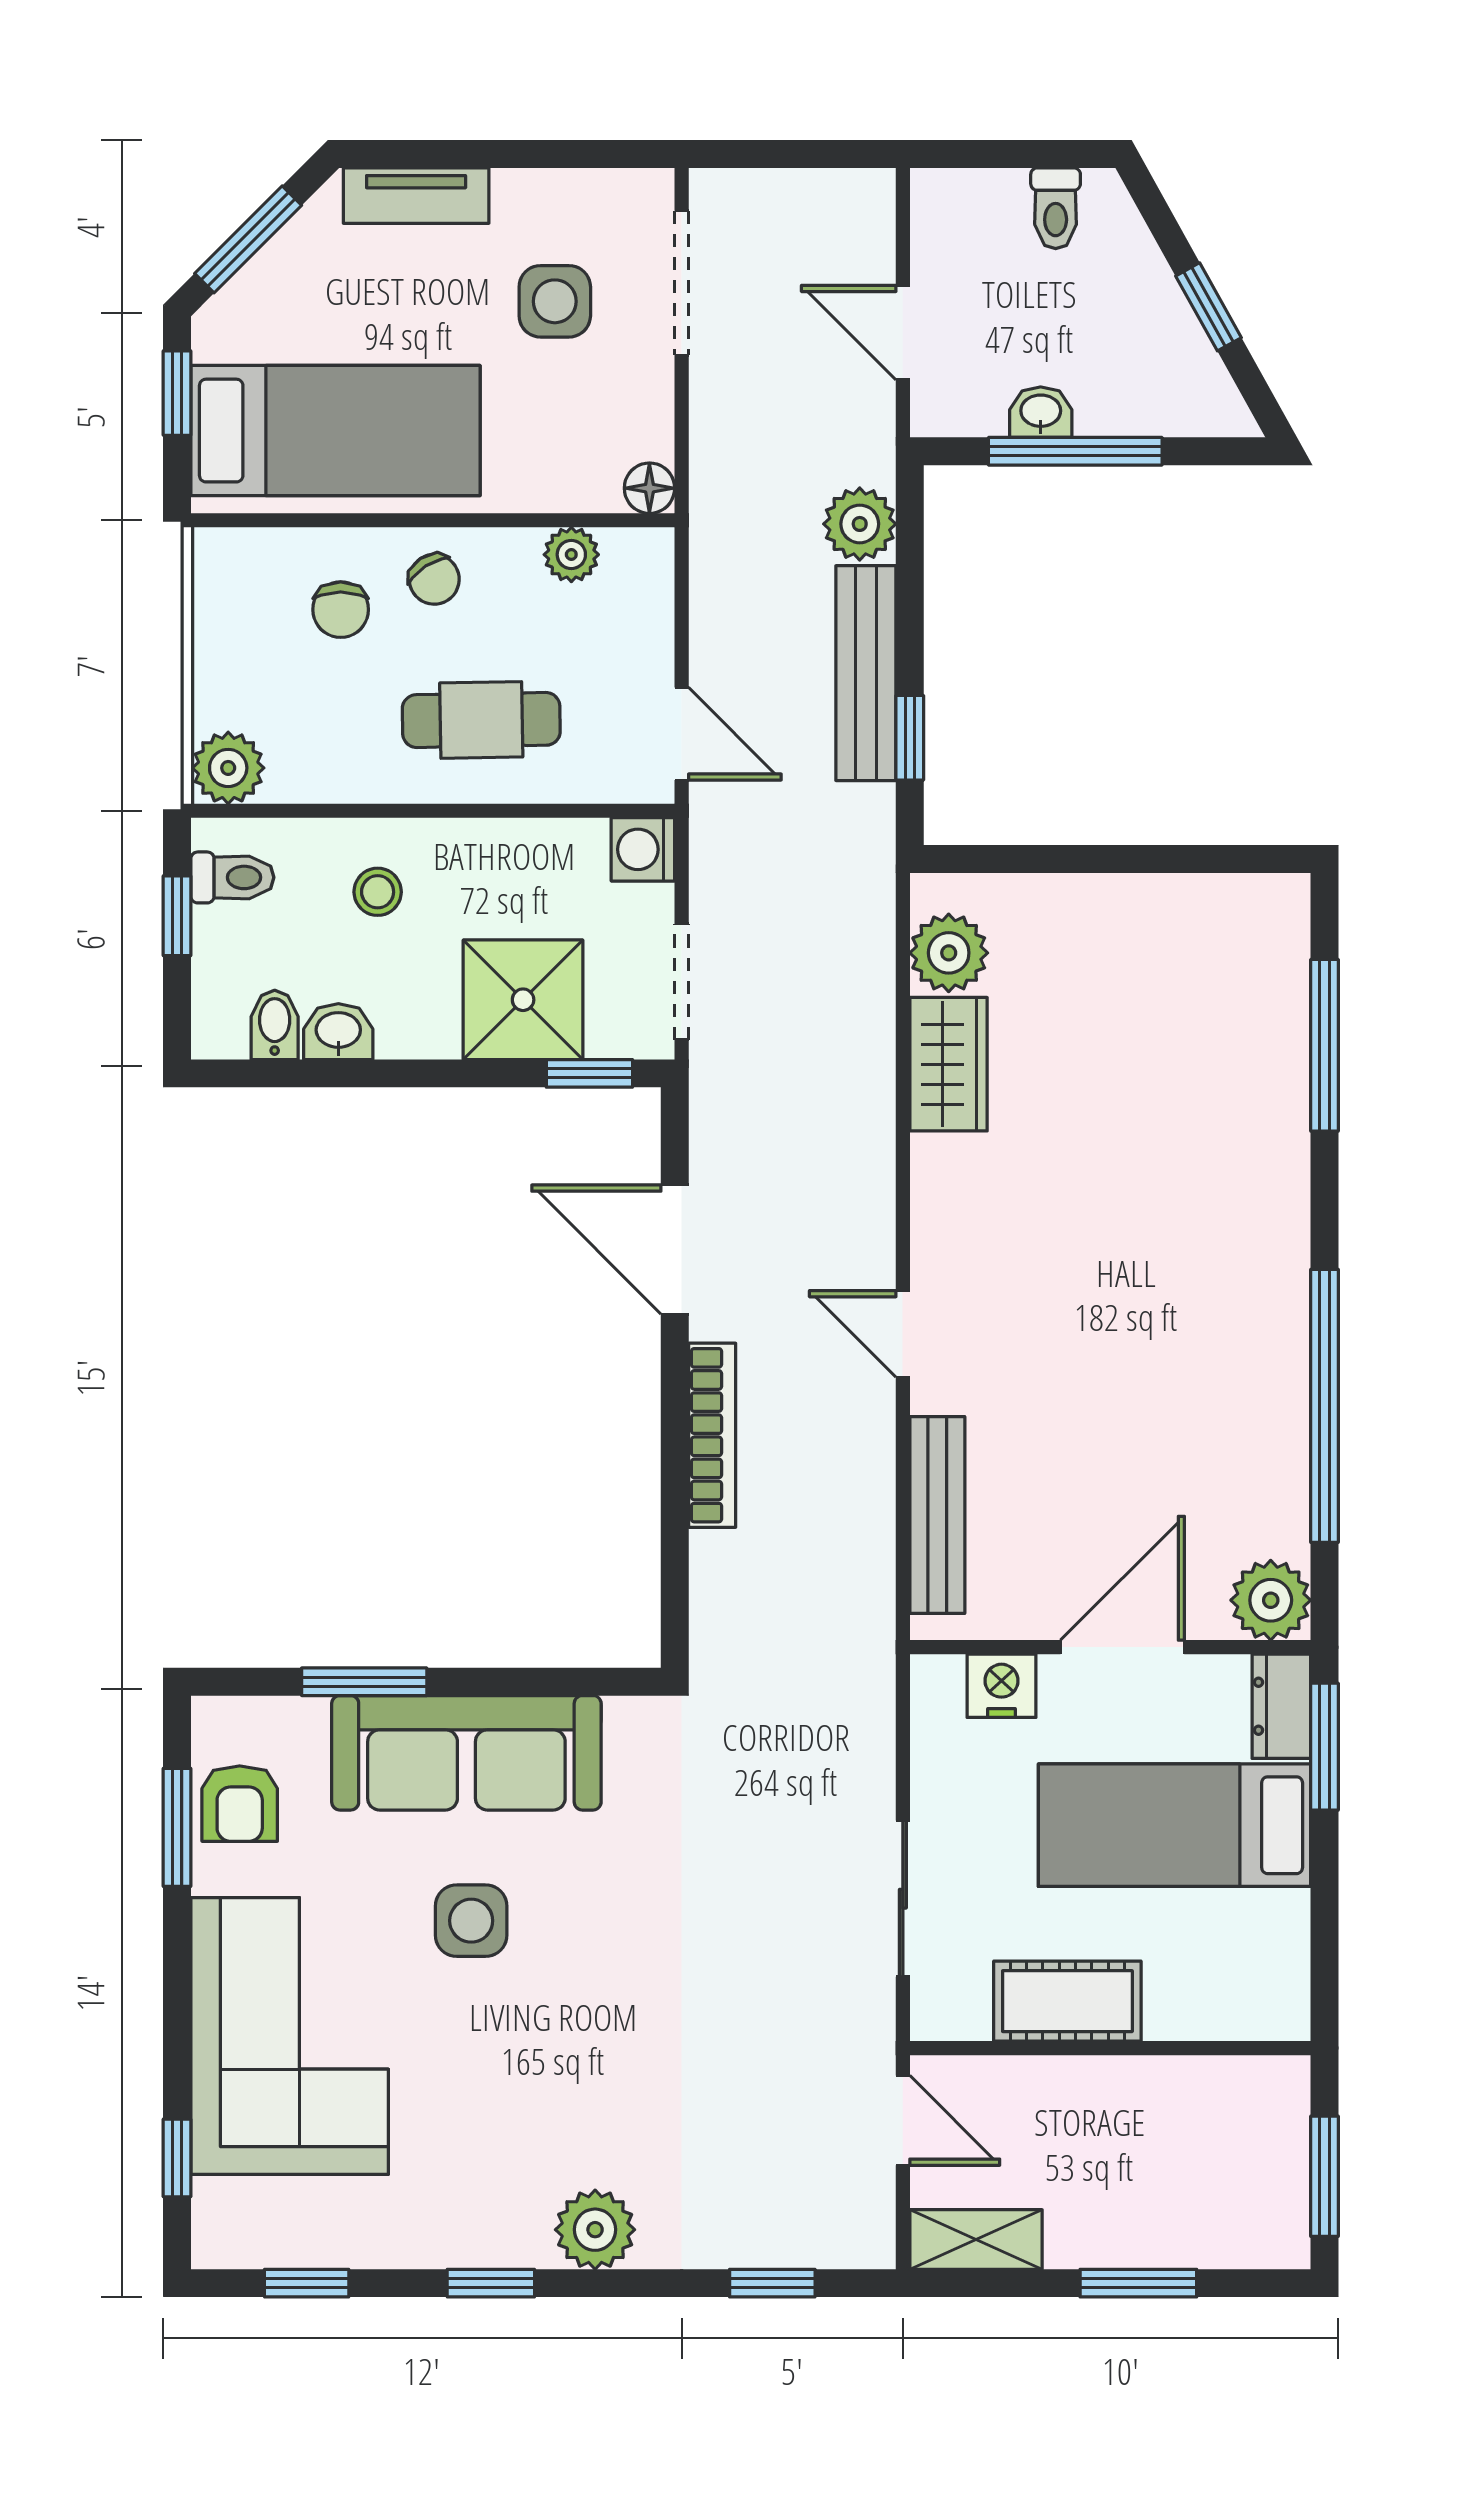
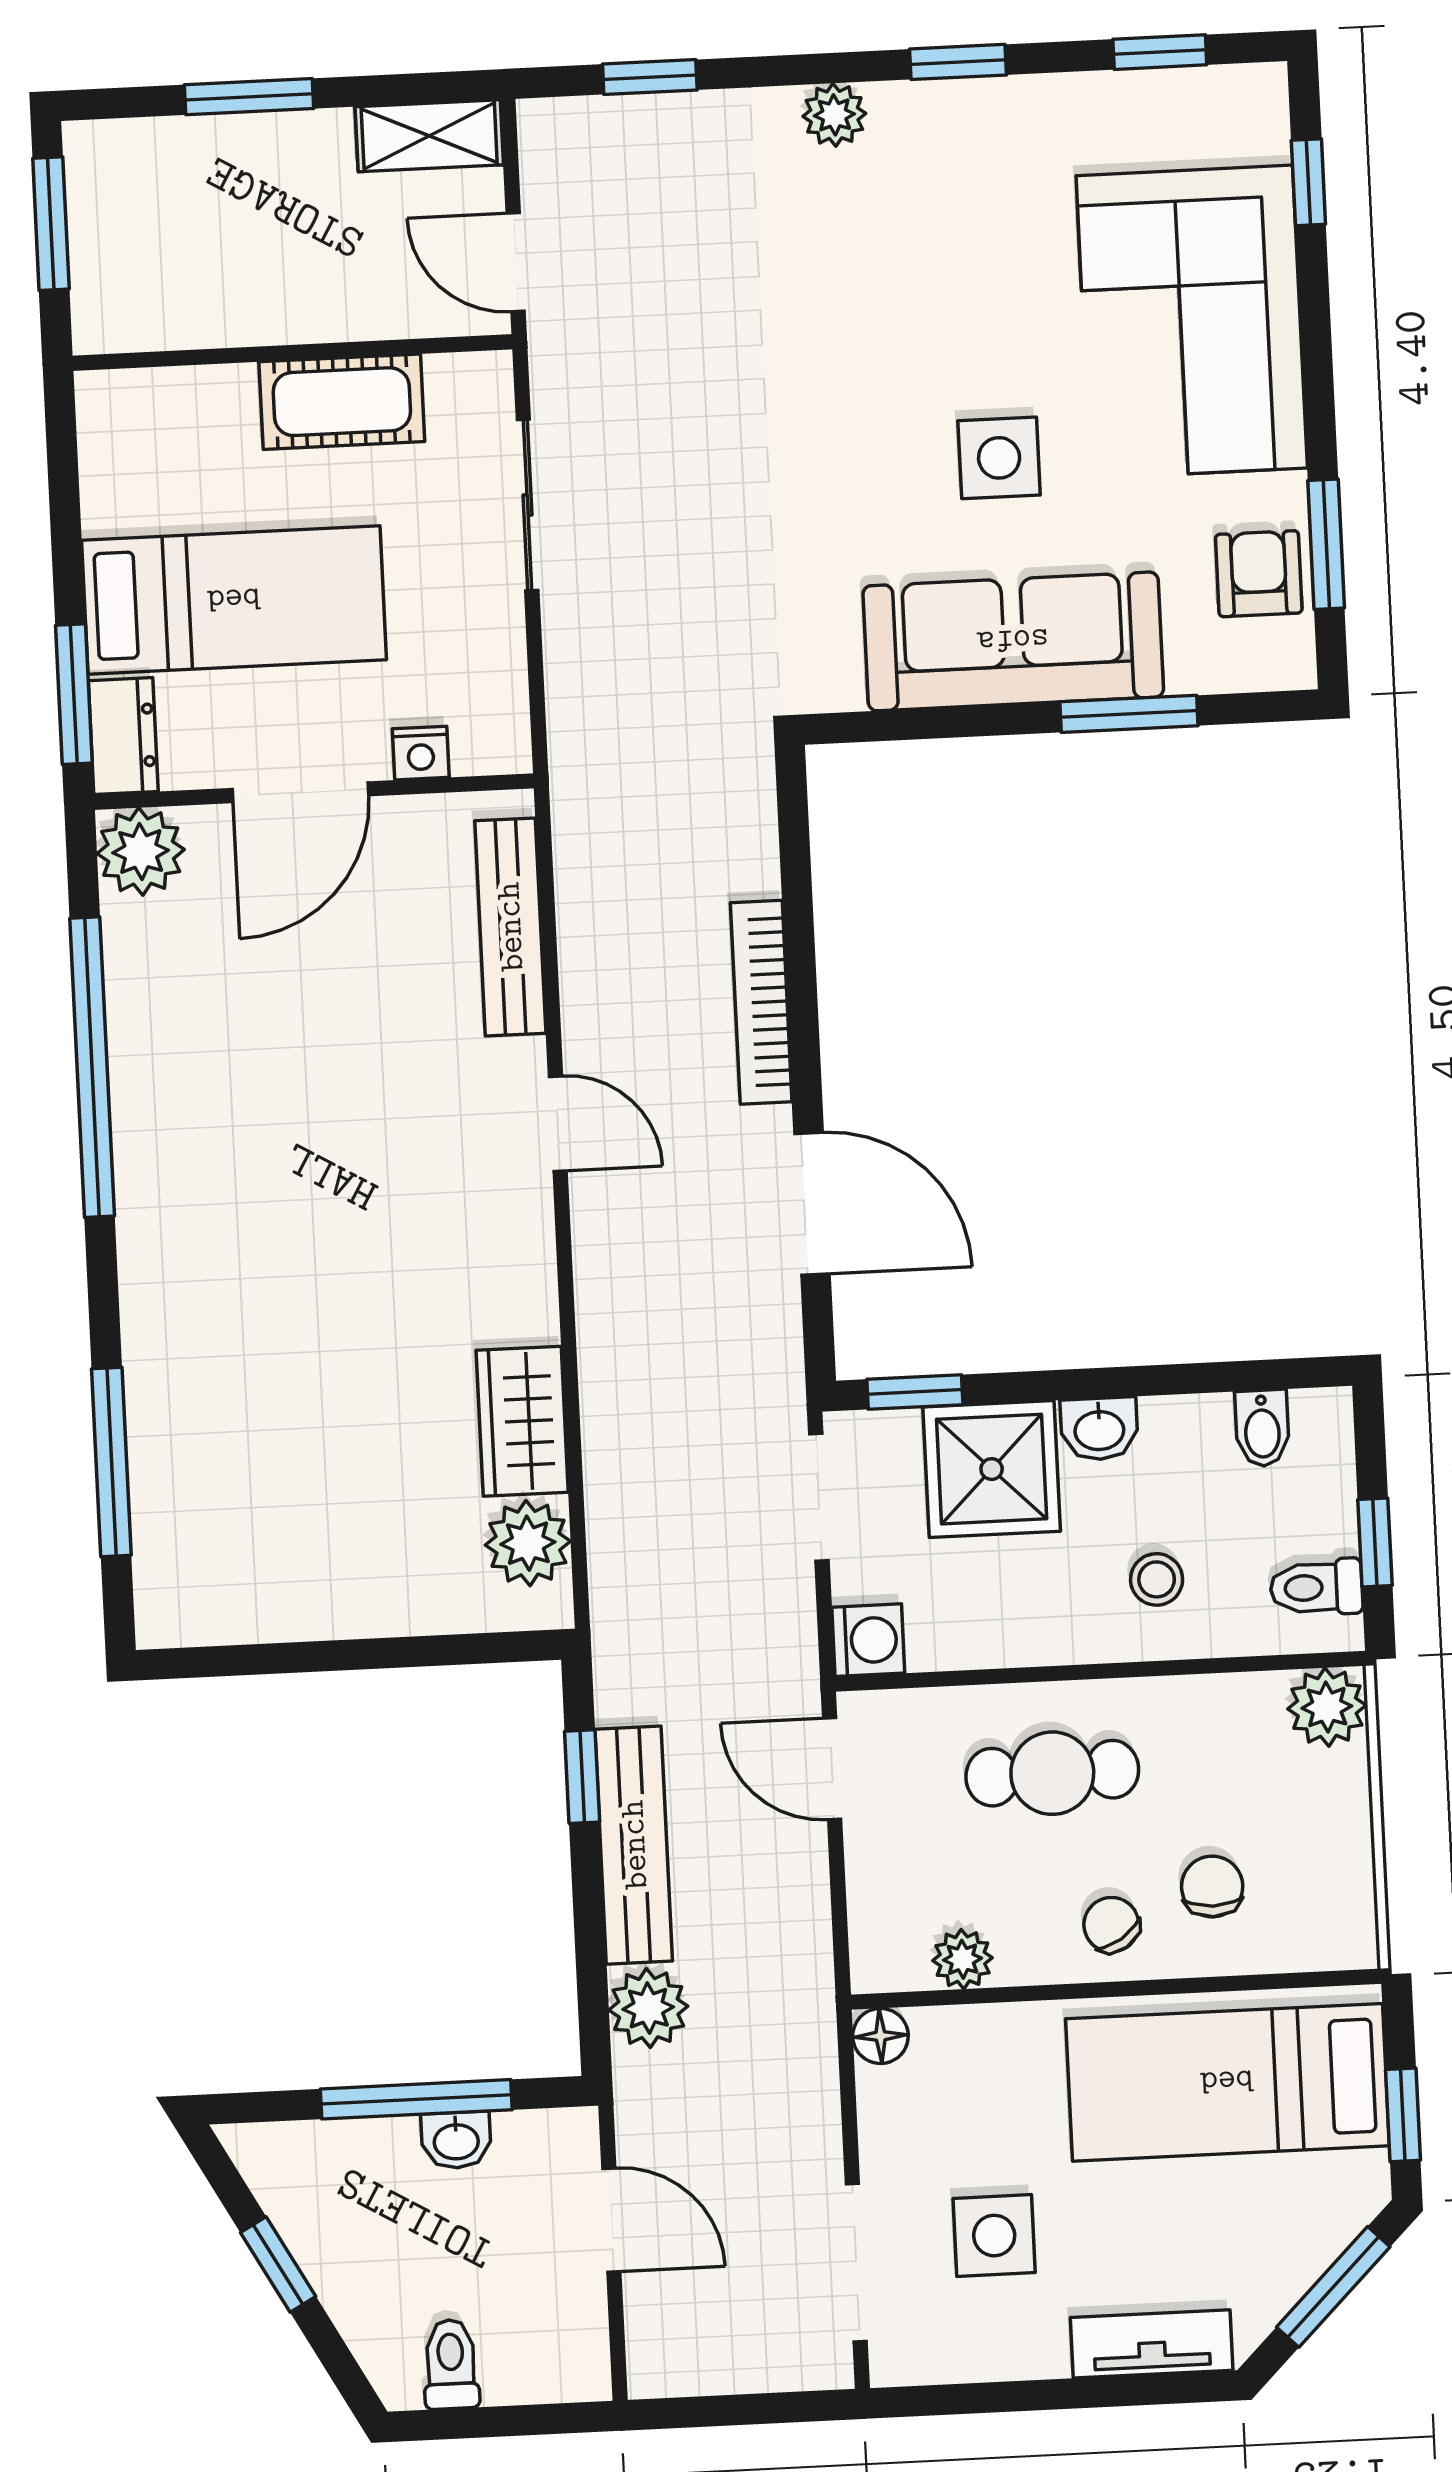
washbasin: (338, 1032) -> (1099, 1429), moved
nightstand: (1002, 1686) -> (421, 753), width x0.72, depth x0.74
plant: (595, 2230) -> (834, 115), width x0.73, depth x0.73

